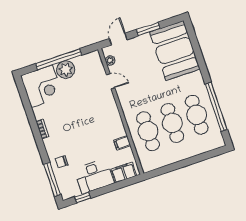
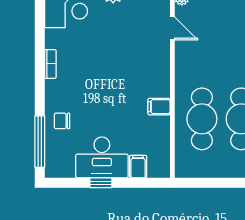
filing cabinet: (122, 143) -> (159, 107), moved
filing cabinet: (124, 172) -> (138, 167), width x0.50
window: (83, 197) -> (101, 183), moved

